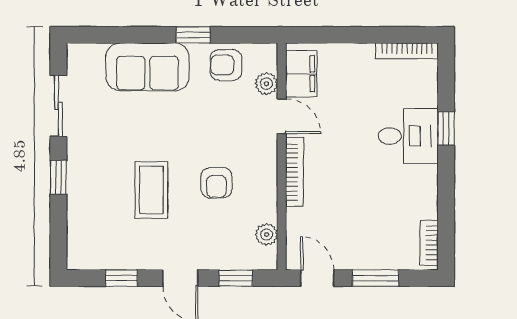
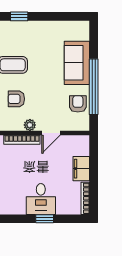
window: (193, 35) -> (94, 87), width x3.17
filing cabinet: (301, 74) -> (81, 169), moved, turned 90
plant: (266, 84) -> (30, 125), moved
sliding door: (58, 106) -> (57, 16), removed

